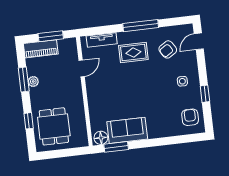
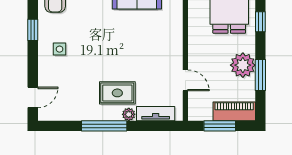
plant: (123, 37) -> (129, 114), added
armchair: (168, 49) -> (73, 92), removed
door: (82, 68) -> (185, 80), swing flipped
plant: (33, 82) -> (243, 65), width x1.88, depth x1.88

